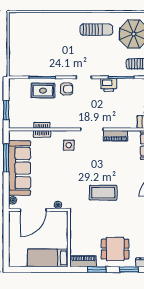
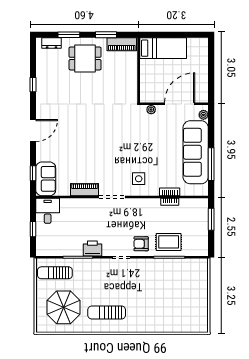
coffee table: (103, 193) -> (99, 124), removed

